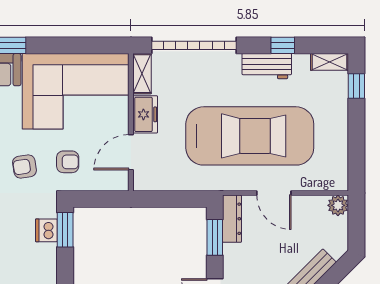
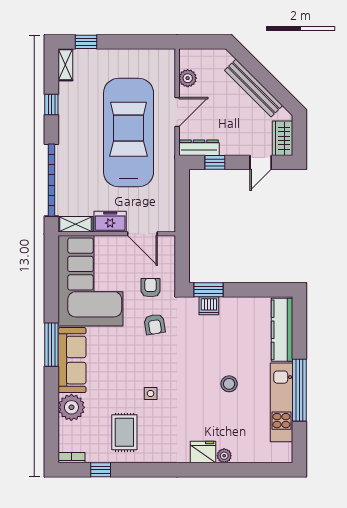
workbench: (267, 66) -> (69, 118), removed
plant: (338, 205) -> (188, 78), moved
window: (215, 237) -> (215, 162), width x0.67

